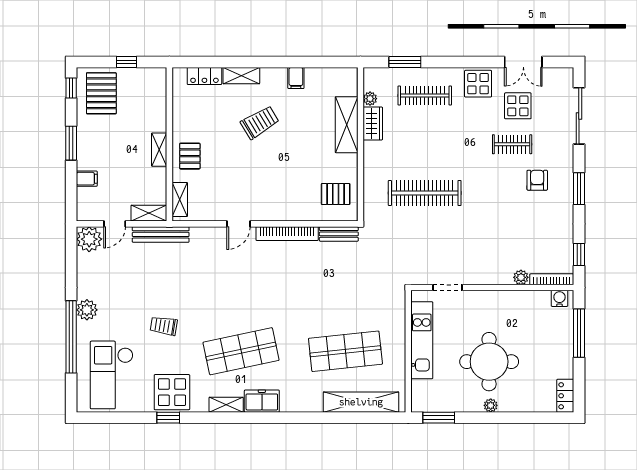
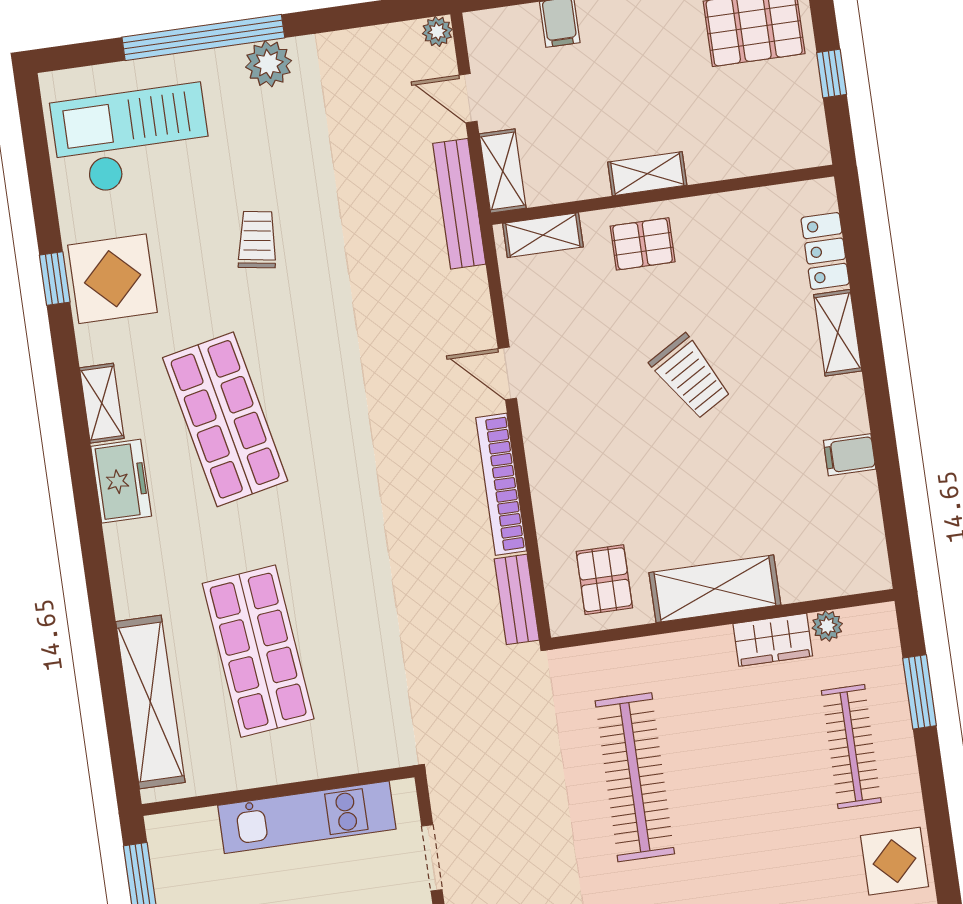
trolley: (260, 122) -> (691, 377), moved
shelving: (347, 125) -> (715, 589), moved
plant: (89, 239) -> (437, 32), width x0.53, depth x0.53

